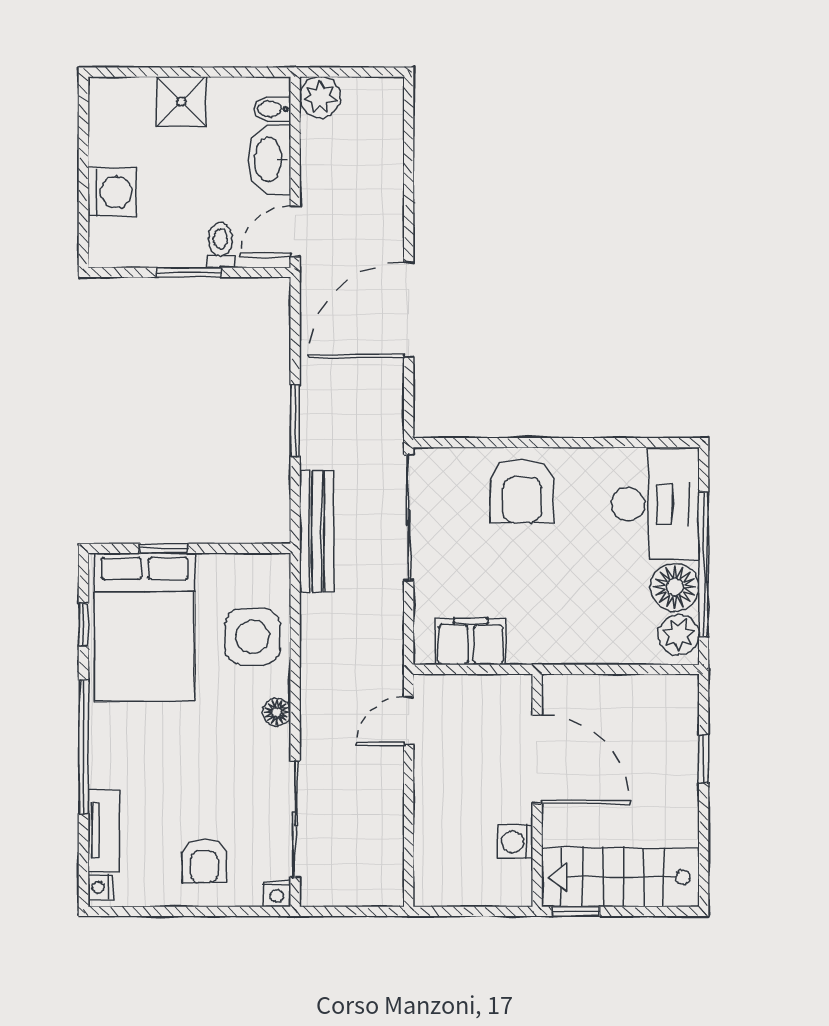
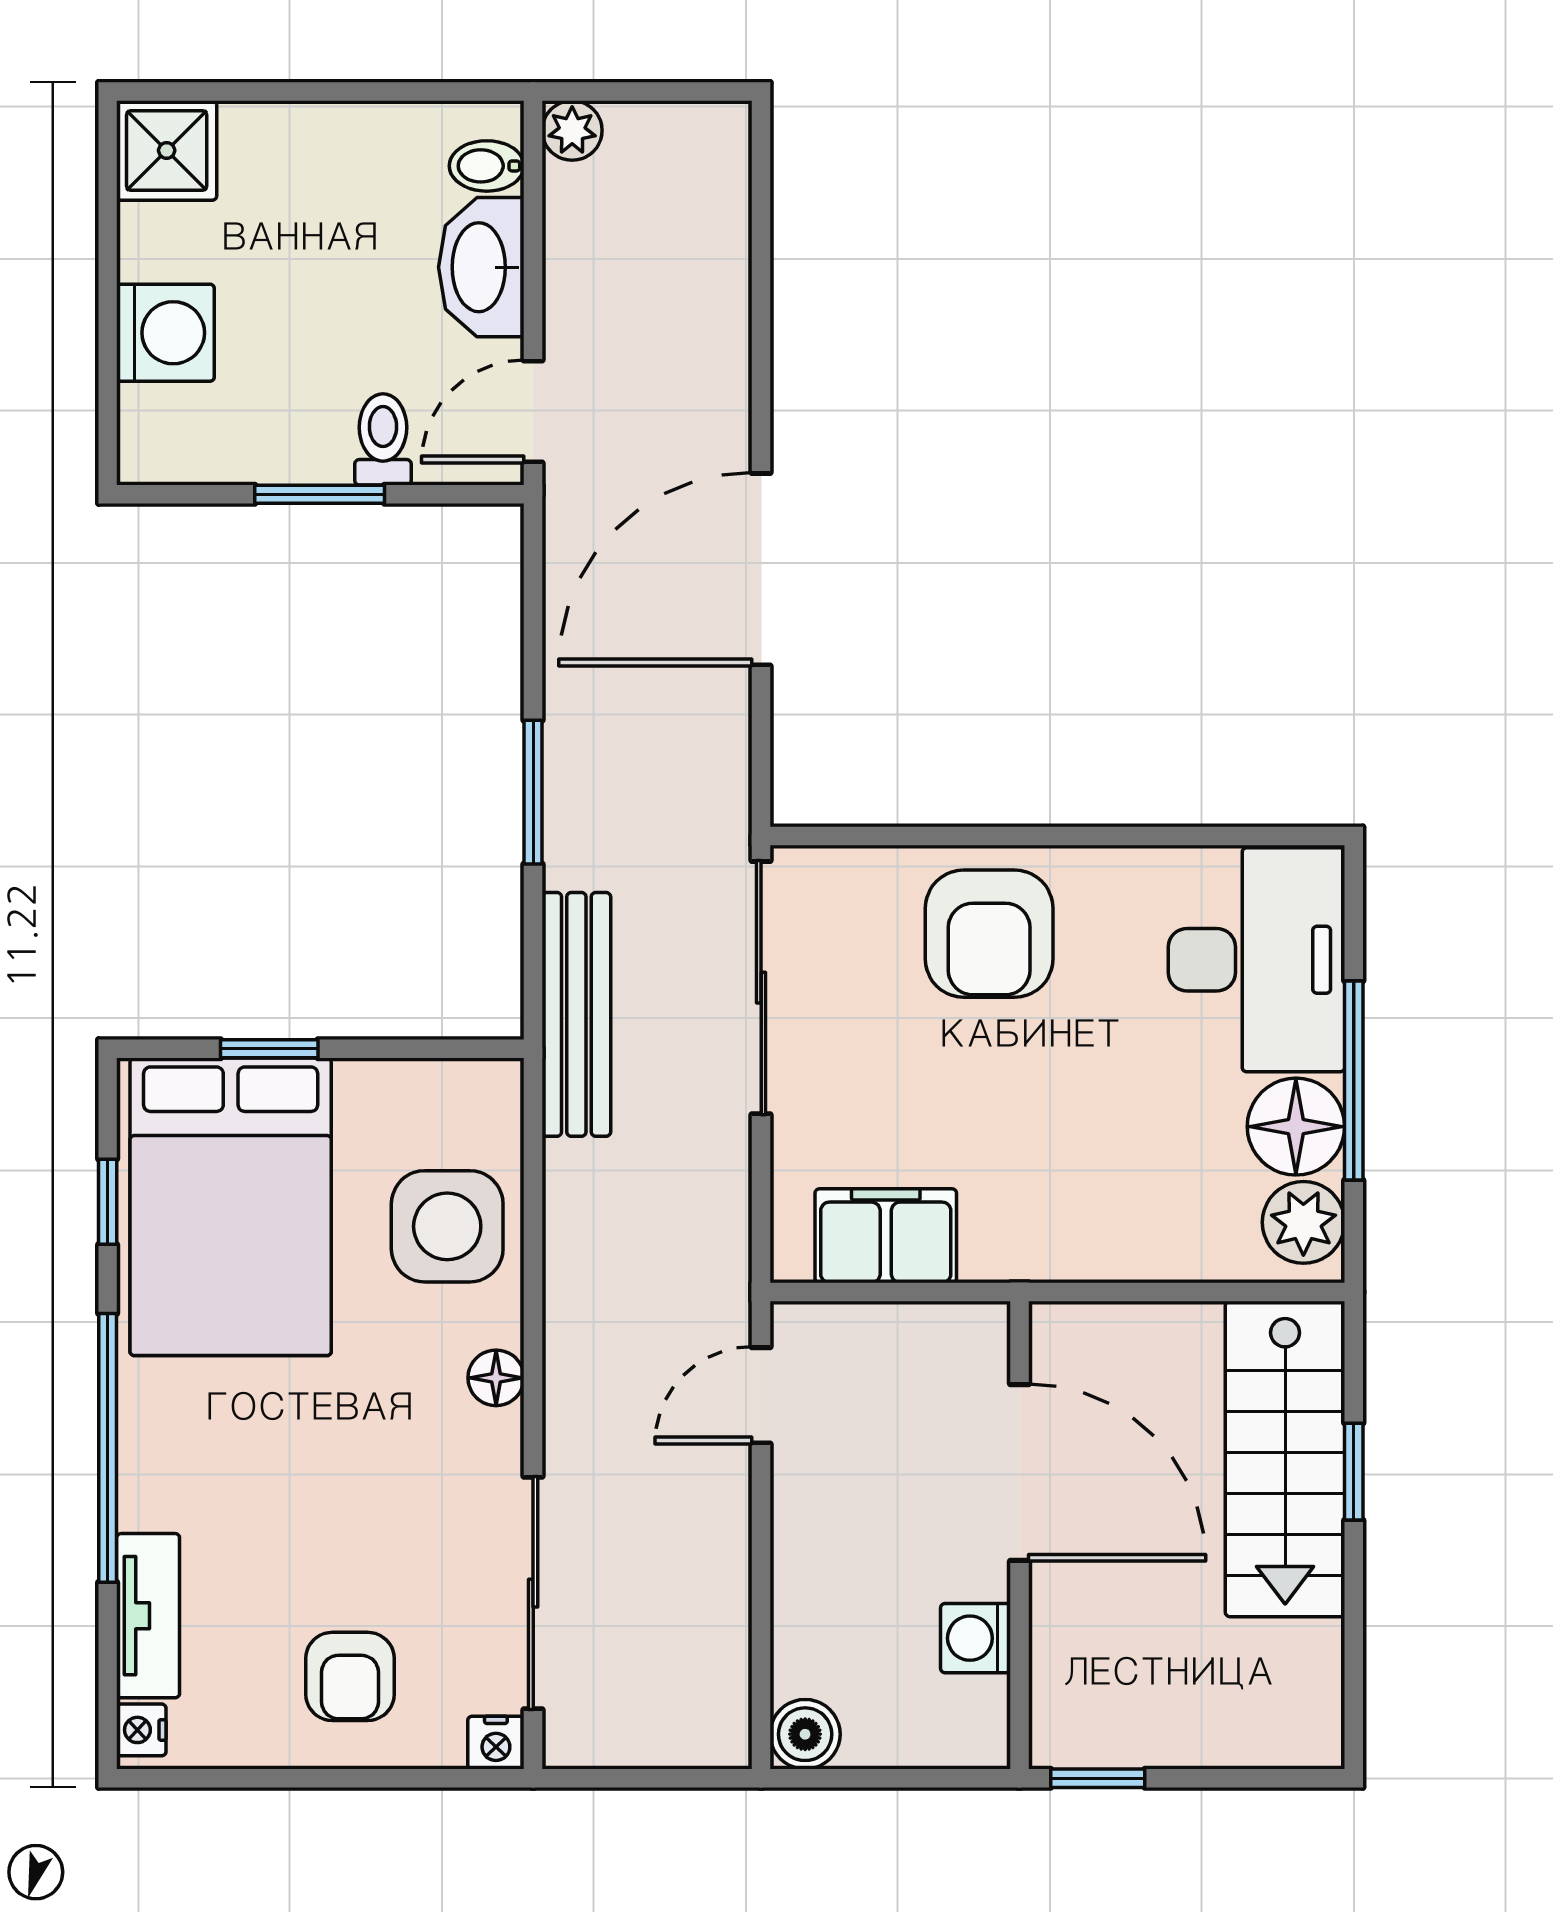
plant: (320, 97) -> (572, 130), width x0.73, depth x0.73
shower: (181, 101) -> (167, 150), moved
window: (704, 564) -> (1354, 1081), width x0.68
stairs: (620, 877) -> (1285, 1459), moved, turned -90
boiler: (431, 889) -> (805, 1734), added

